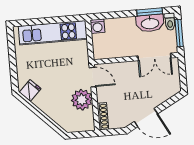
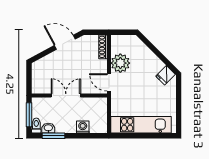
washbasin: (150, 23) -> (48, 128), width x0.52, depth x0.69
washing machine: (97, 26) -> (83, 127), moved
double door: (154, 57) -> (66, 96), moved

